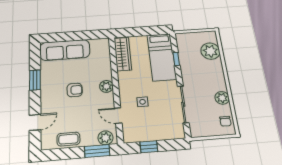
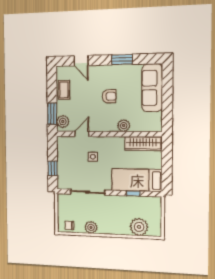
plant: (106, 86) -> (124, 126), moved
armchair: (75, 90) -> (109, 96), turned -90
window: (149, 147) -> (53, 168), moved

